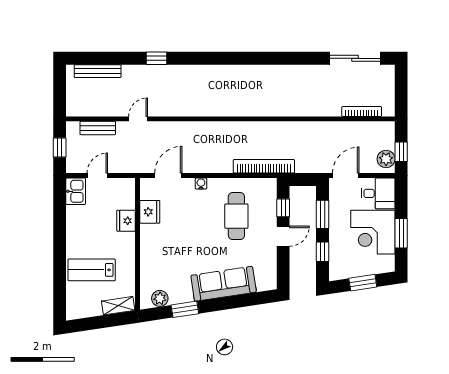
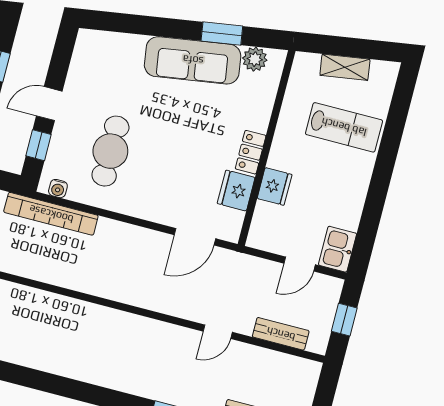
water cooler: (201, 183) -> (58, 189), moved
locker: (147, 239) -> (251, 152), added
sofa: (224, 284) -> (193, 60), moved
shelving: (118, 306) -> (345, 67), moved

